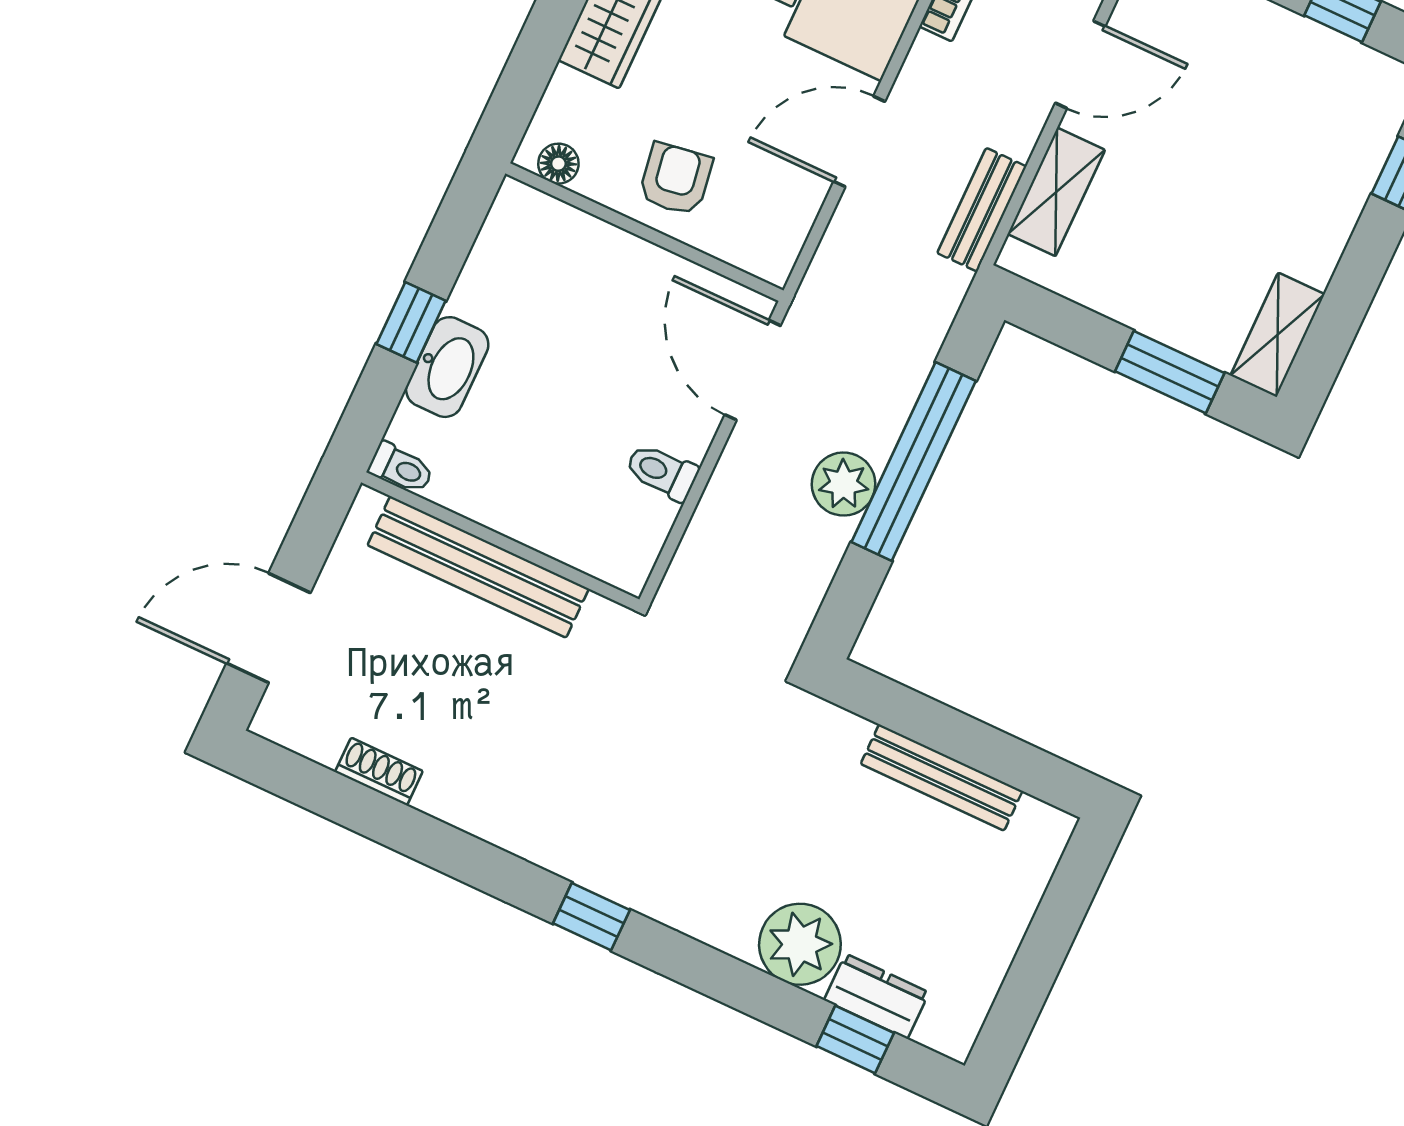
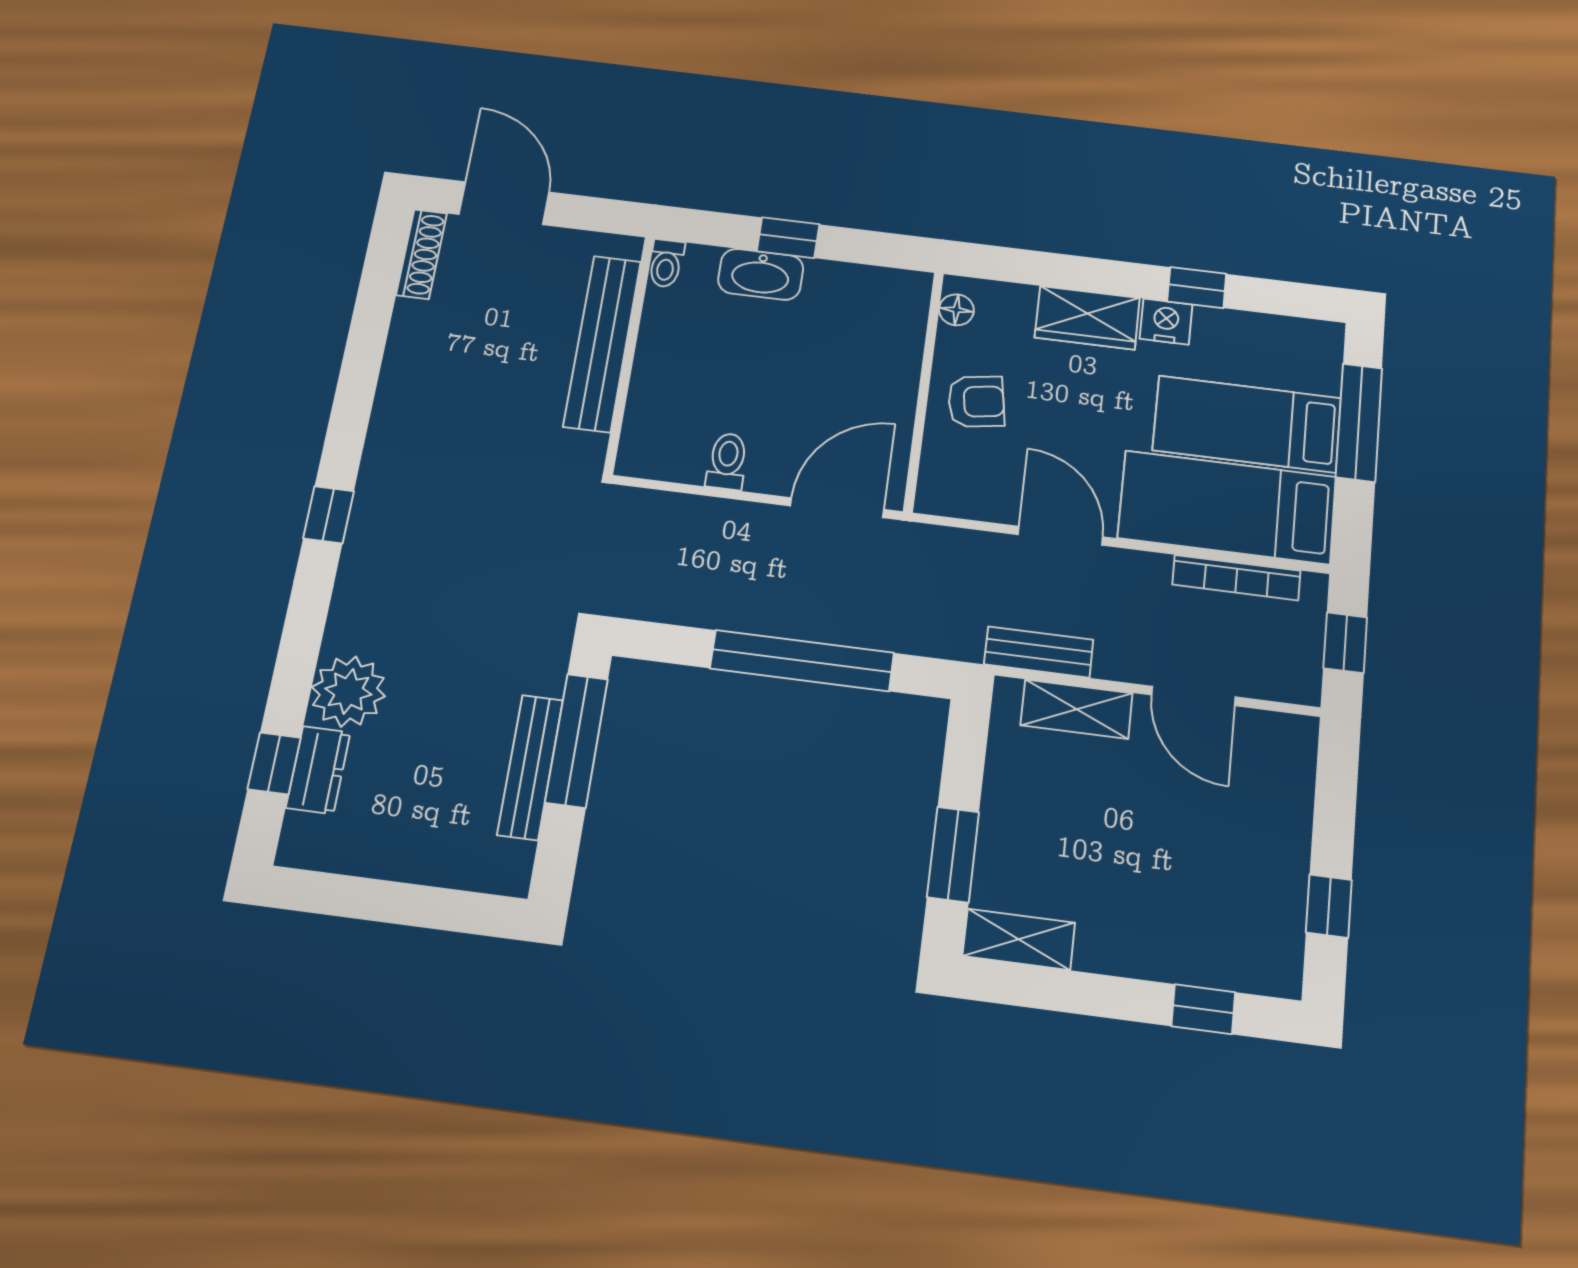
plant: (844, 484) -> (764, 609), removed
window: (928, 722) -> (577, 741), added
shoe rack: (379, 772) -> (422, 254), moved, width x1.43

